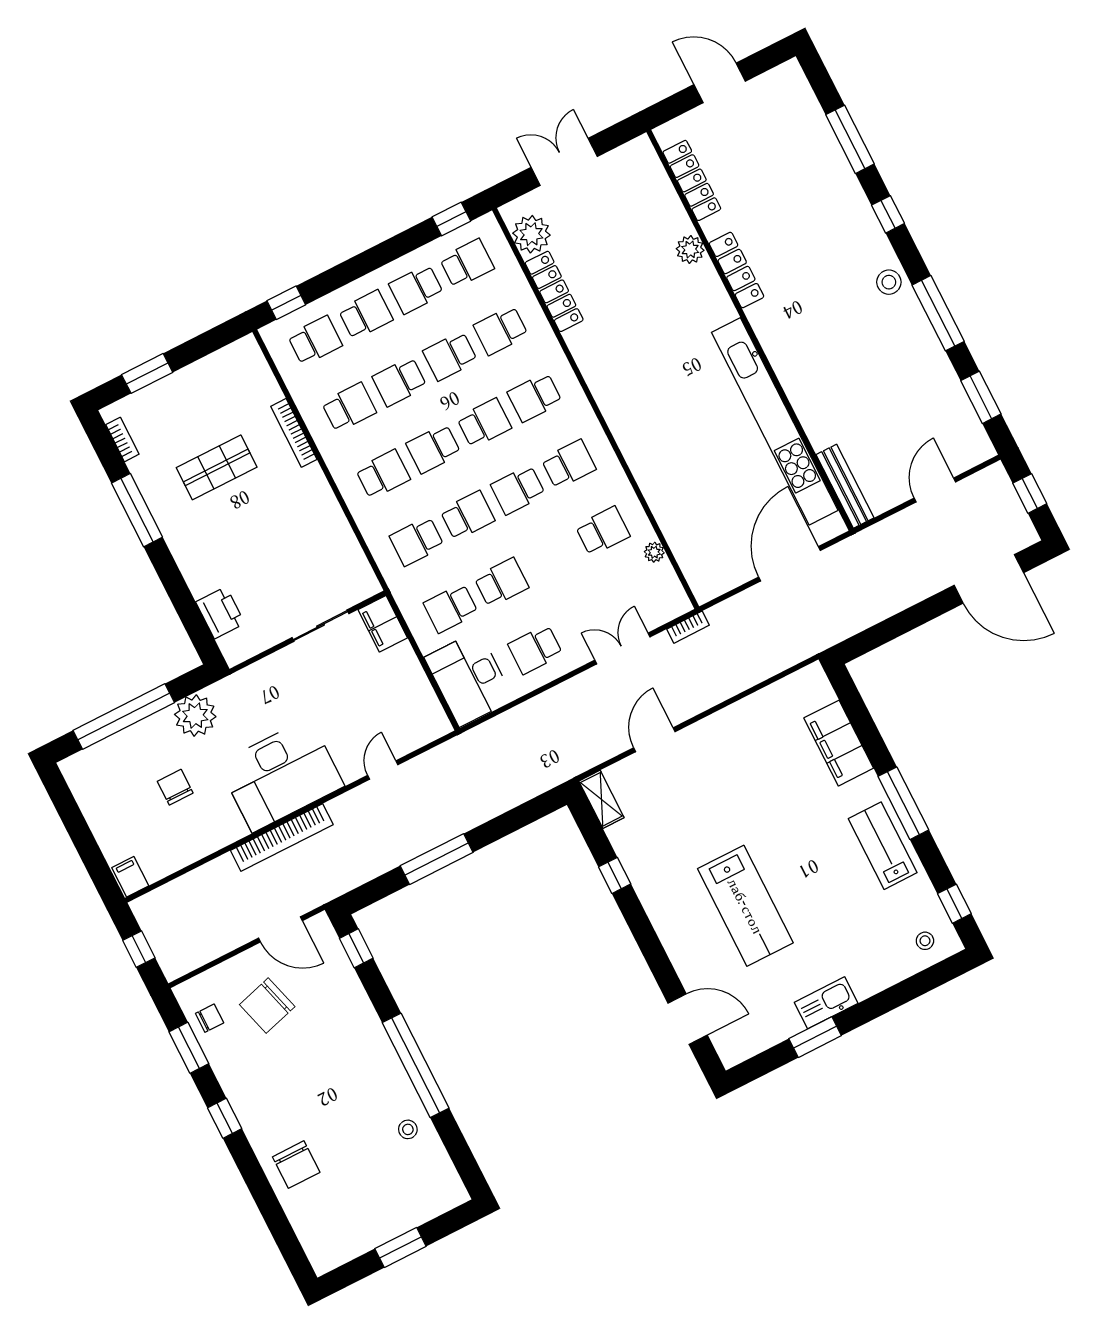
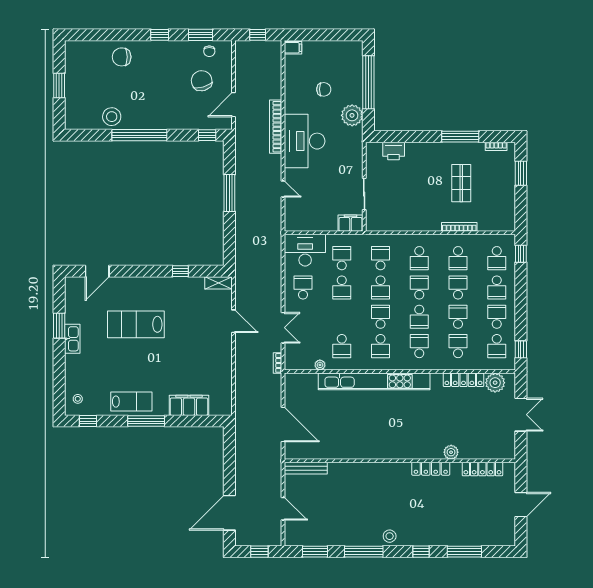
kitchen unit: (775, 421) -> (374, 381), moved, turned 180
stool: (408, 1129) -> (112, 117), width x1.89, depth x1.89

